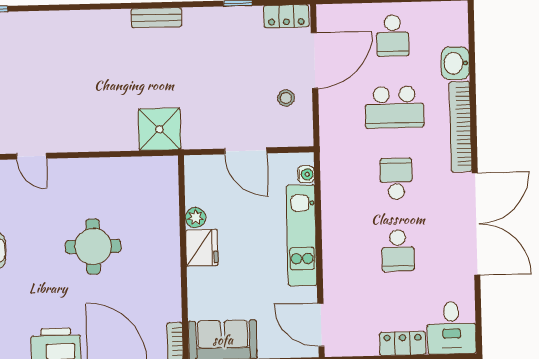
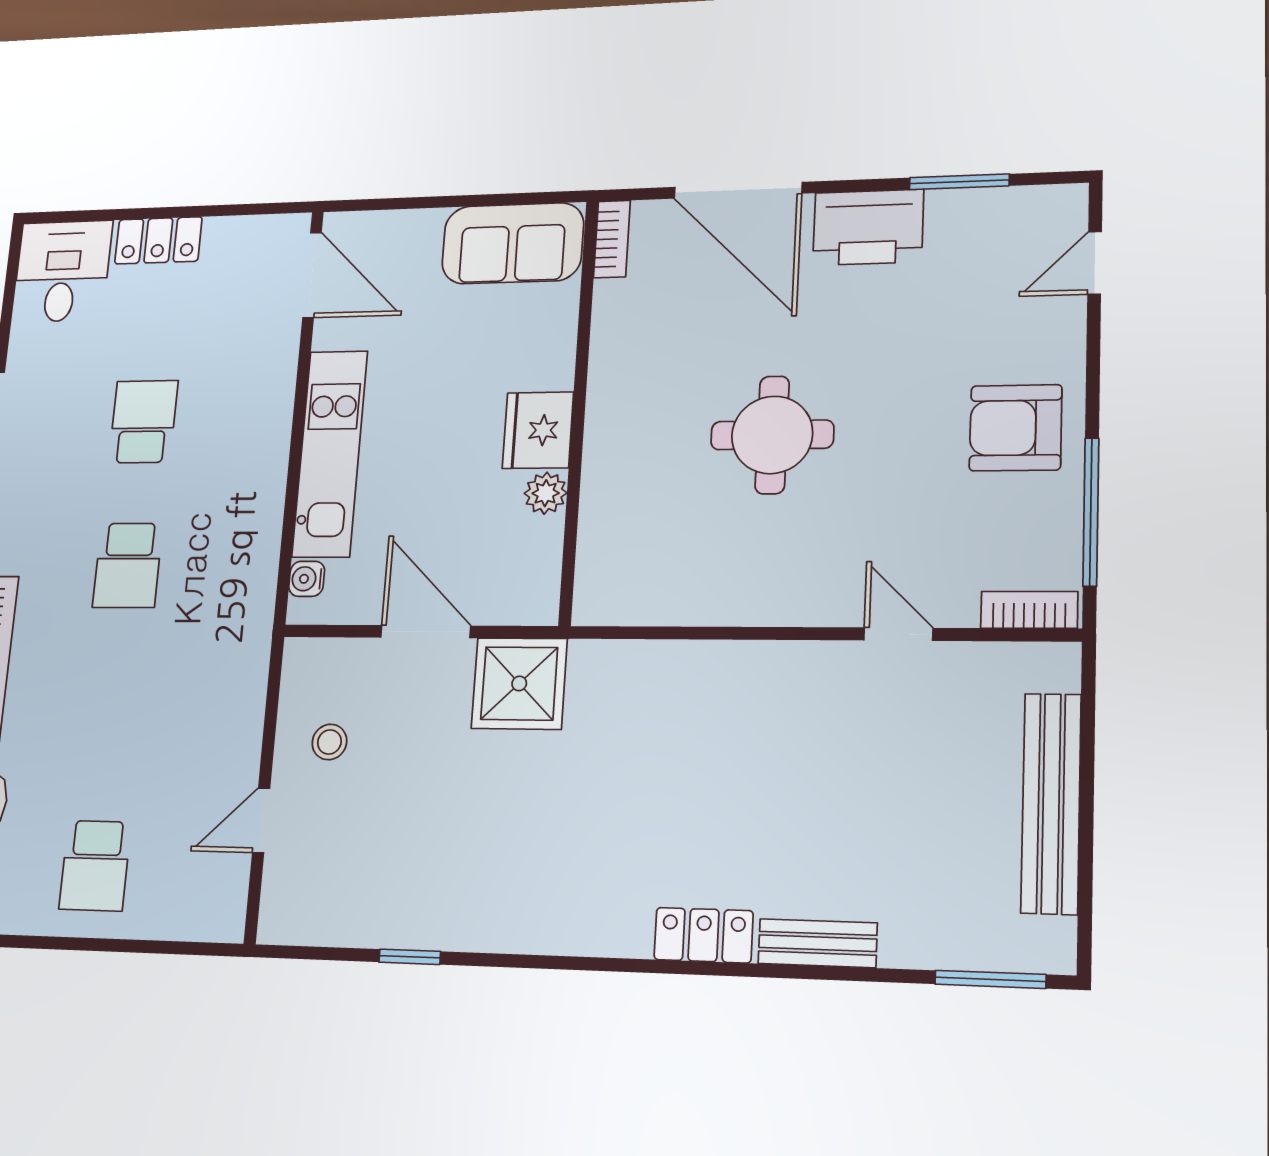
locker: (286, 16) -> (704, 935), moved
bench: (156, 18) -> (818, 943), moved
school desk: (393, 36) -> (95, 866), turned 180
door: (314, 60) -> (261, 820), width x0.53
school desk: (394, 107) -> (112, 713), removed
shower: (159, 129) -> (519, 683), moved

